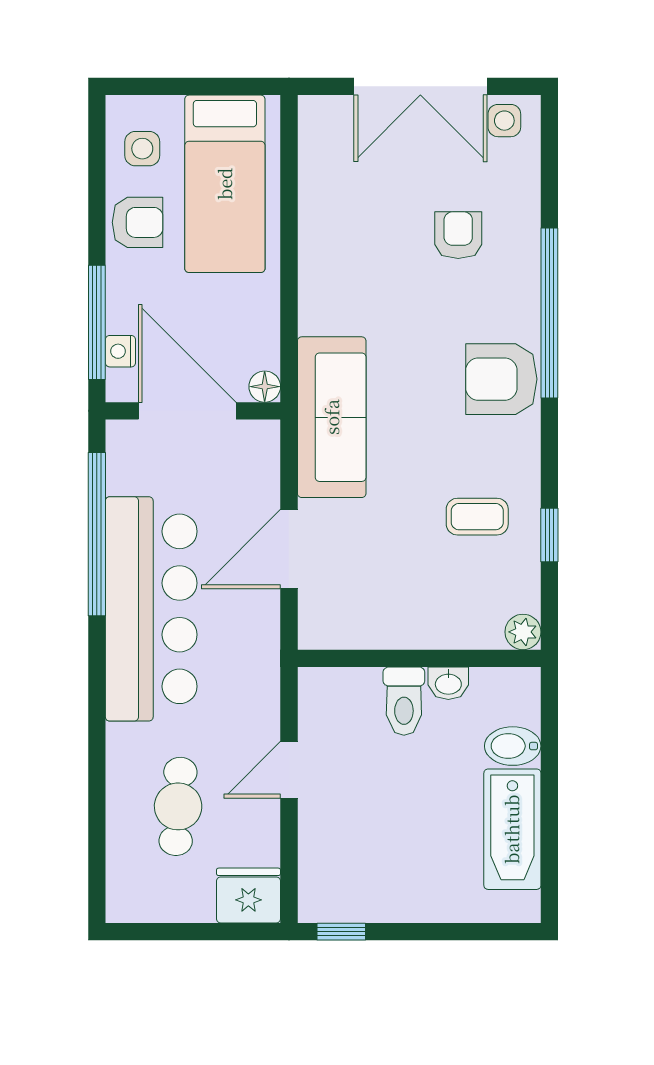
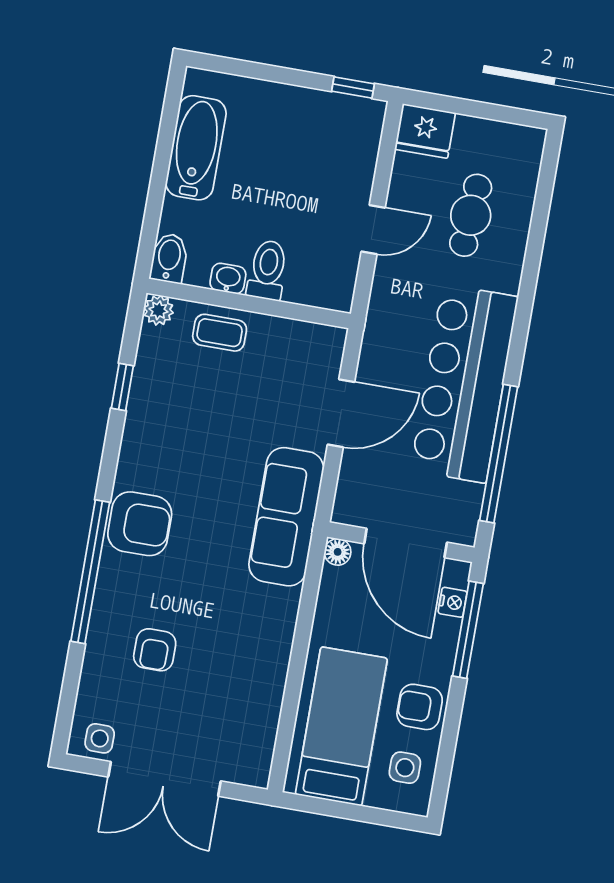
double door: (420, 86) -> (164, 779), swing flipped
coffee table: (477, 517) -> (220, 333), moved
bidet: (513, 746) -> (169, 258), moved, turned -90

